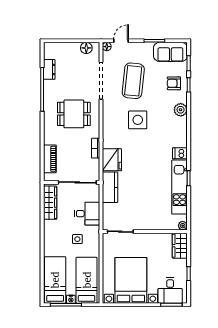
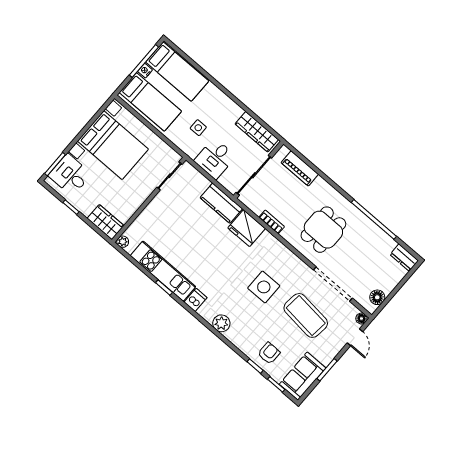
dresser: (49, 69) -> (404, 258), moved
plant: (181, 110) -> (221, 323), moved

